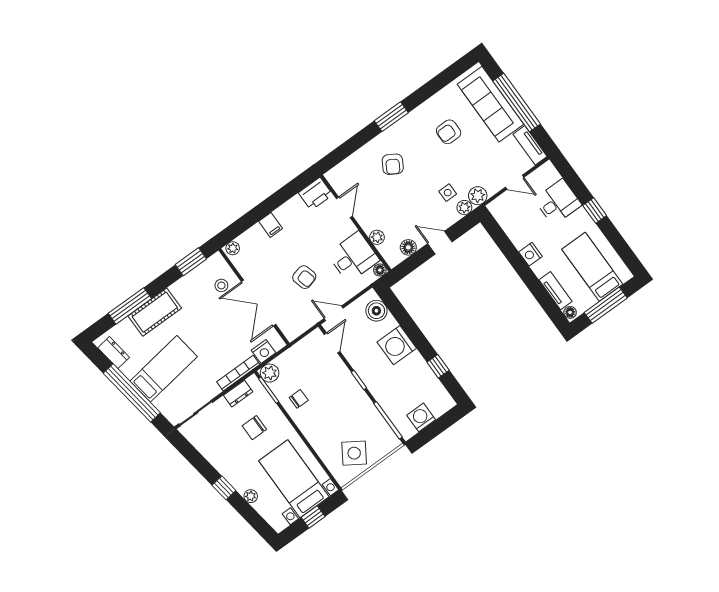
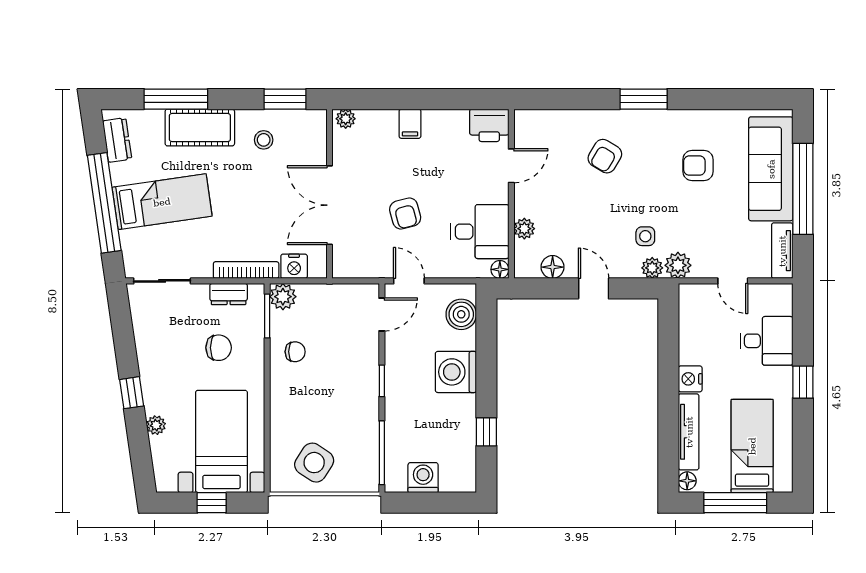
stool: (221, 285) -> (264, 140), moved
tv unit: (555, 291) -> (689, 432), width x1.41
chair: (254, 428) -> (219, 348), turned 180

